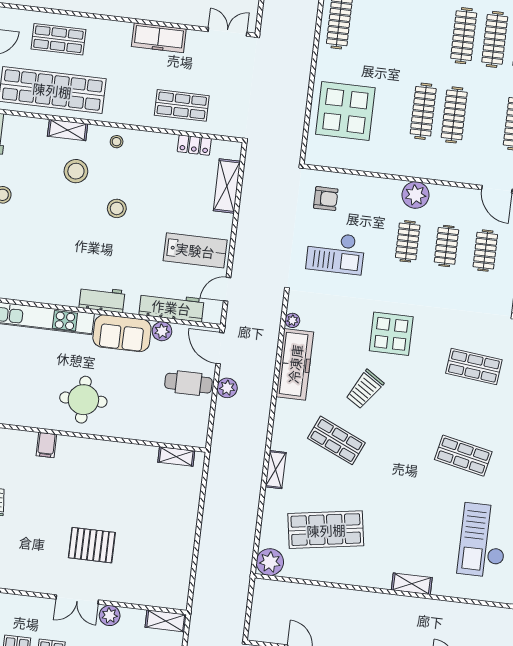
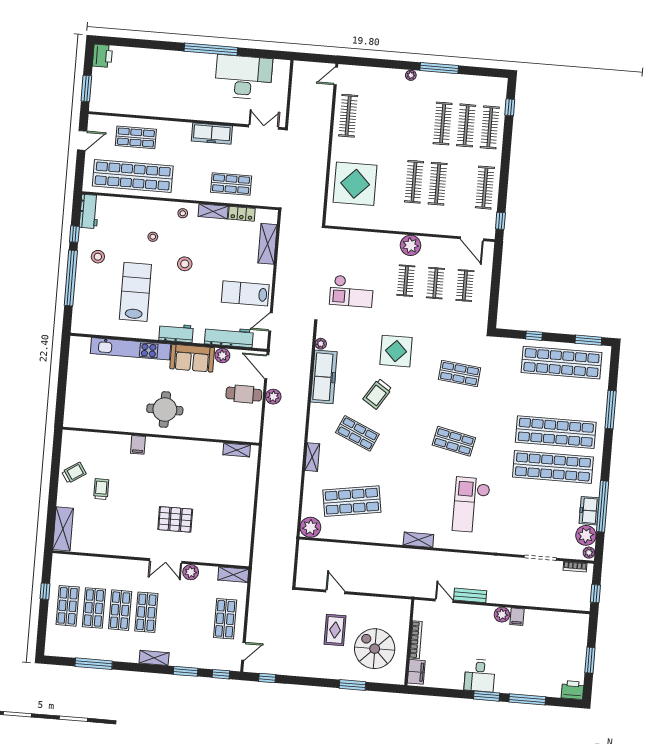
shelving: (68, 130) -> (213, 211), moved
stool: (76, 171) -> (153, 237), width x0.53, depth x0.53
armchair: (326, 199) -> (343, 251), removed
lab bench: (50, 243) -> (135, 292), added
lab bench: (195, 250) -> (245, 293), turned 180

